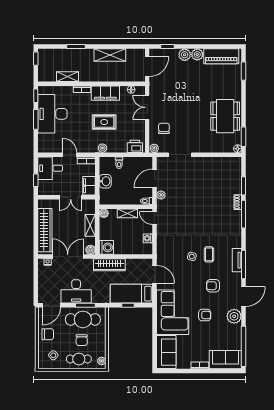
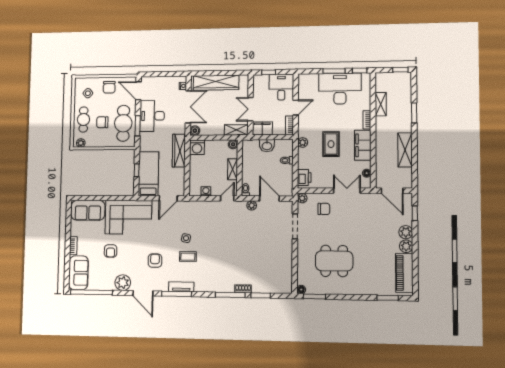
dining table: (225, 116) -> (334, 261), moved
shelving: (90, 225) -> (236, 130), moved
armchair: (205, 315) -> (111, 251), moved

